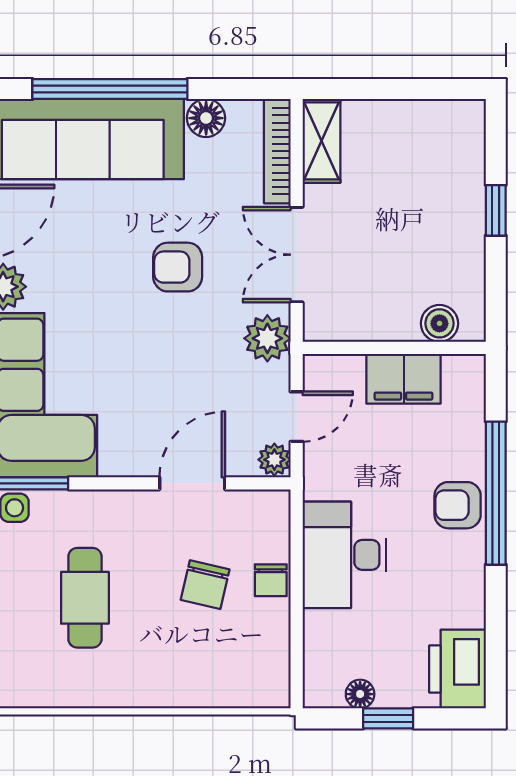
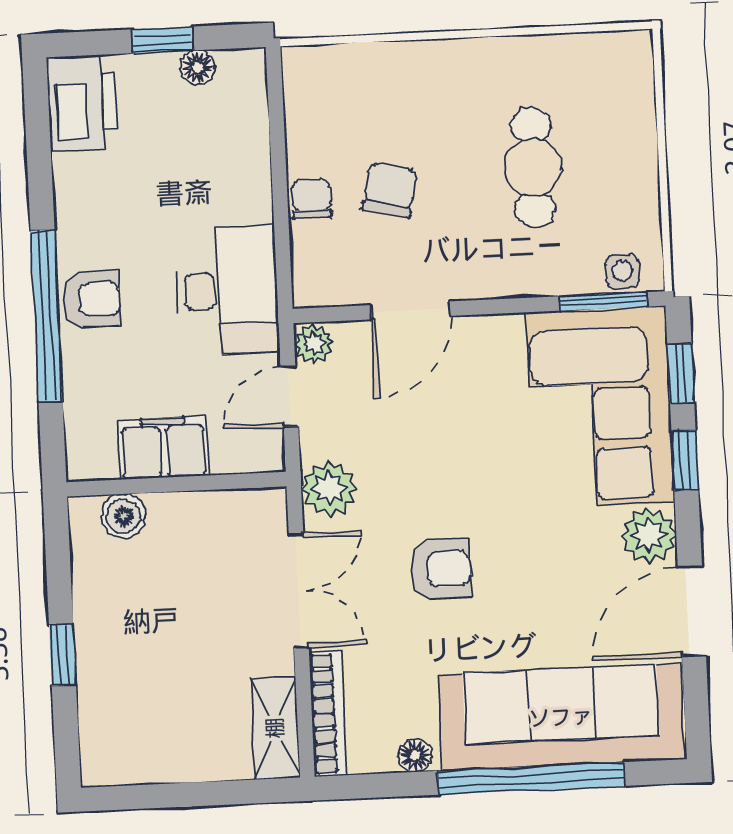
floor lamp: (206, 118) -> (415, 755), width x0.73, depth x0.73
desk: (344, 555) -> (227, 290), moved

